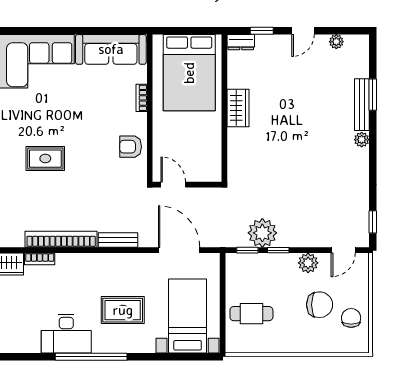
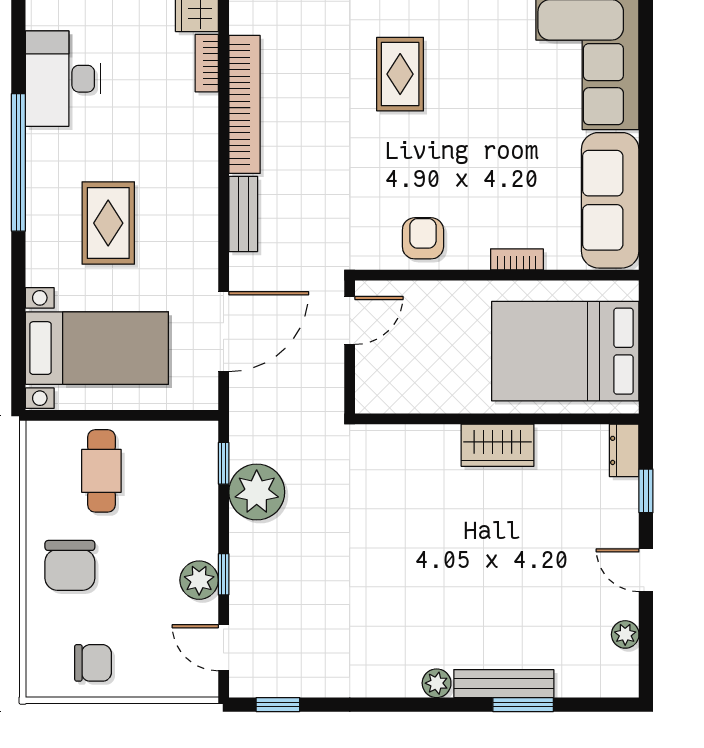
window: (278, 250) -> (224, 574), moved
chair: (320, 305) -> (70, 565), moved
desk: (66, 334) -> (63, 79), moved

